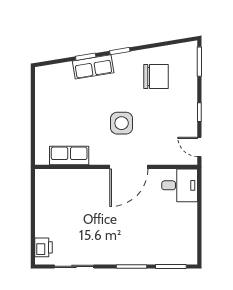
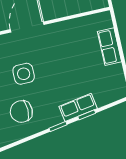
side table: (122, 123) -> (24, 74), moved
row of seats: (69, 156) -> (109, 47), moved, turned 90

